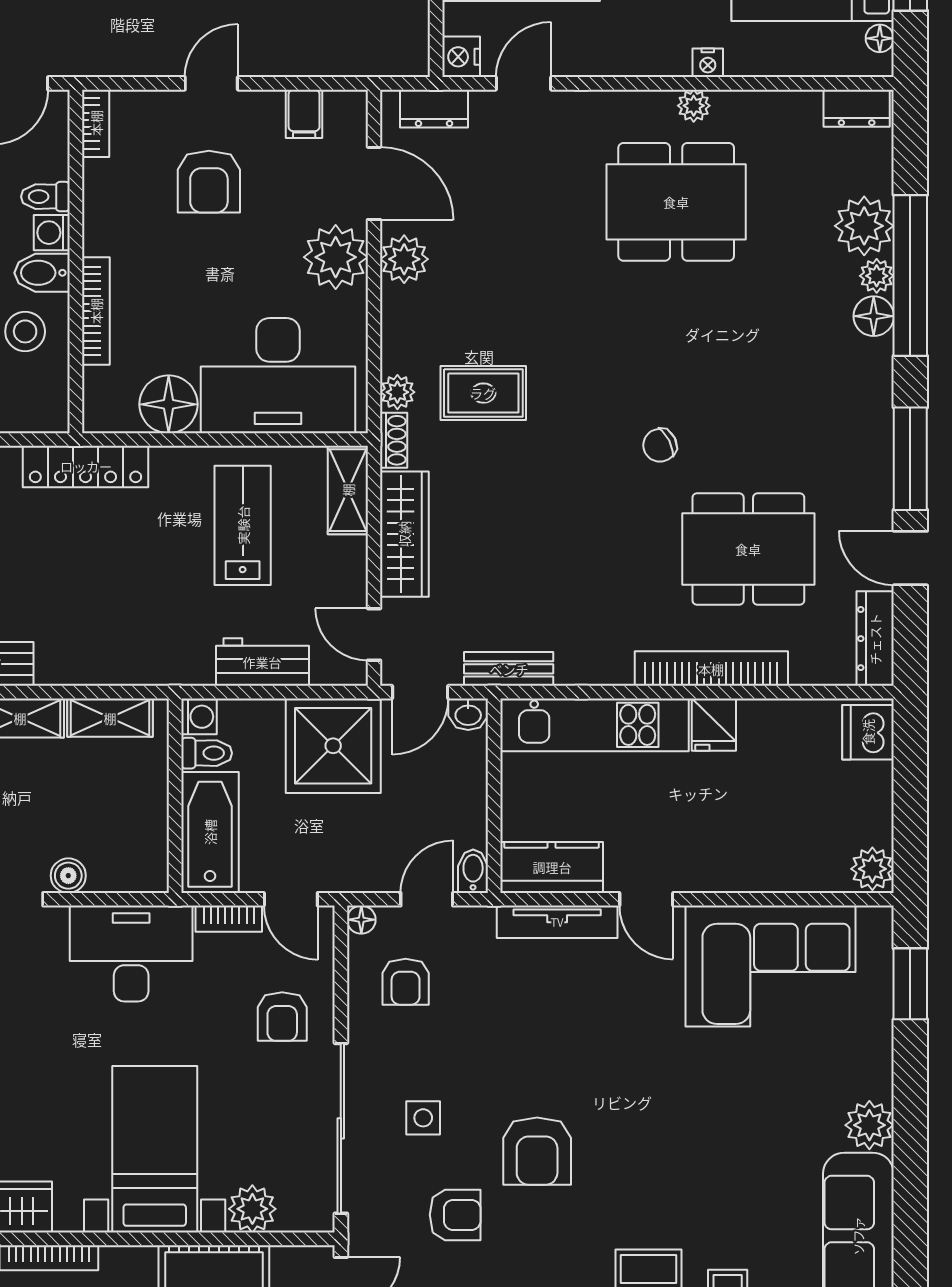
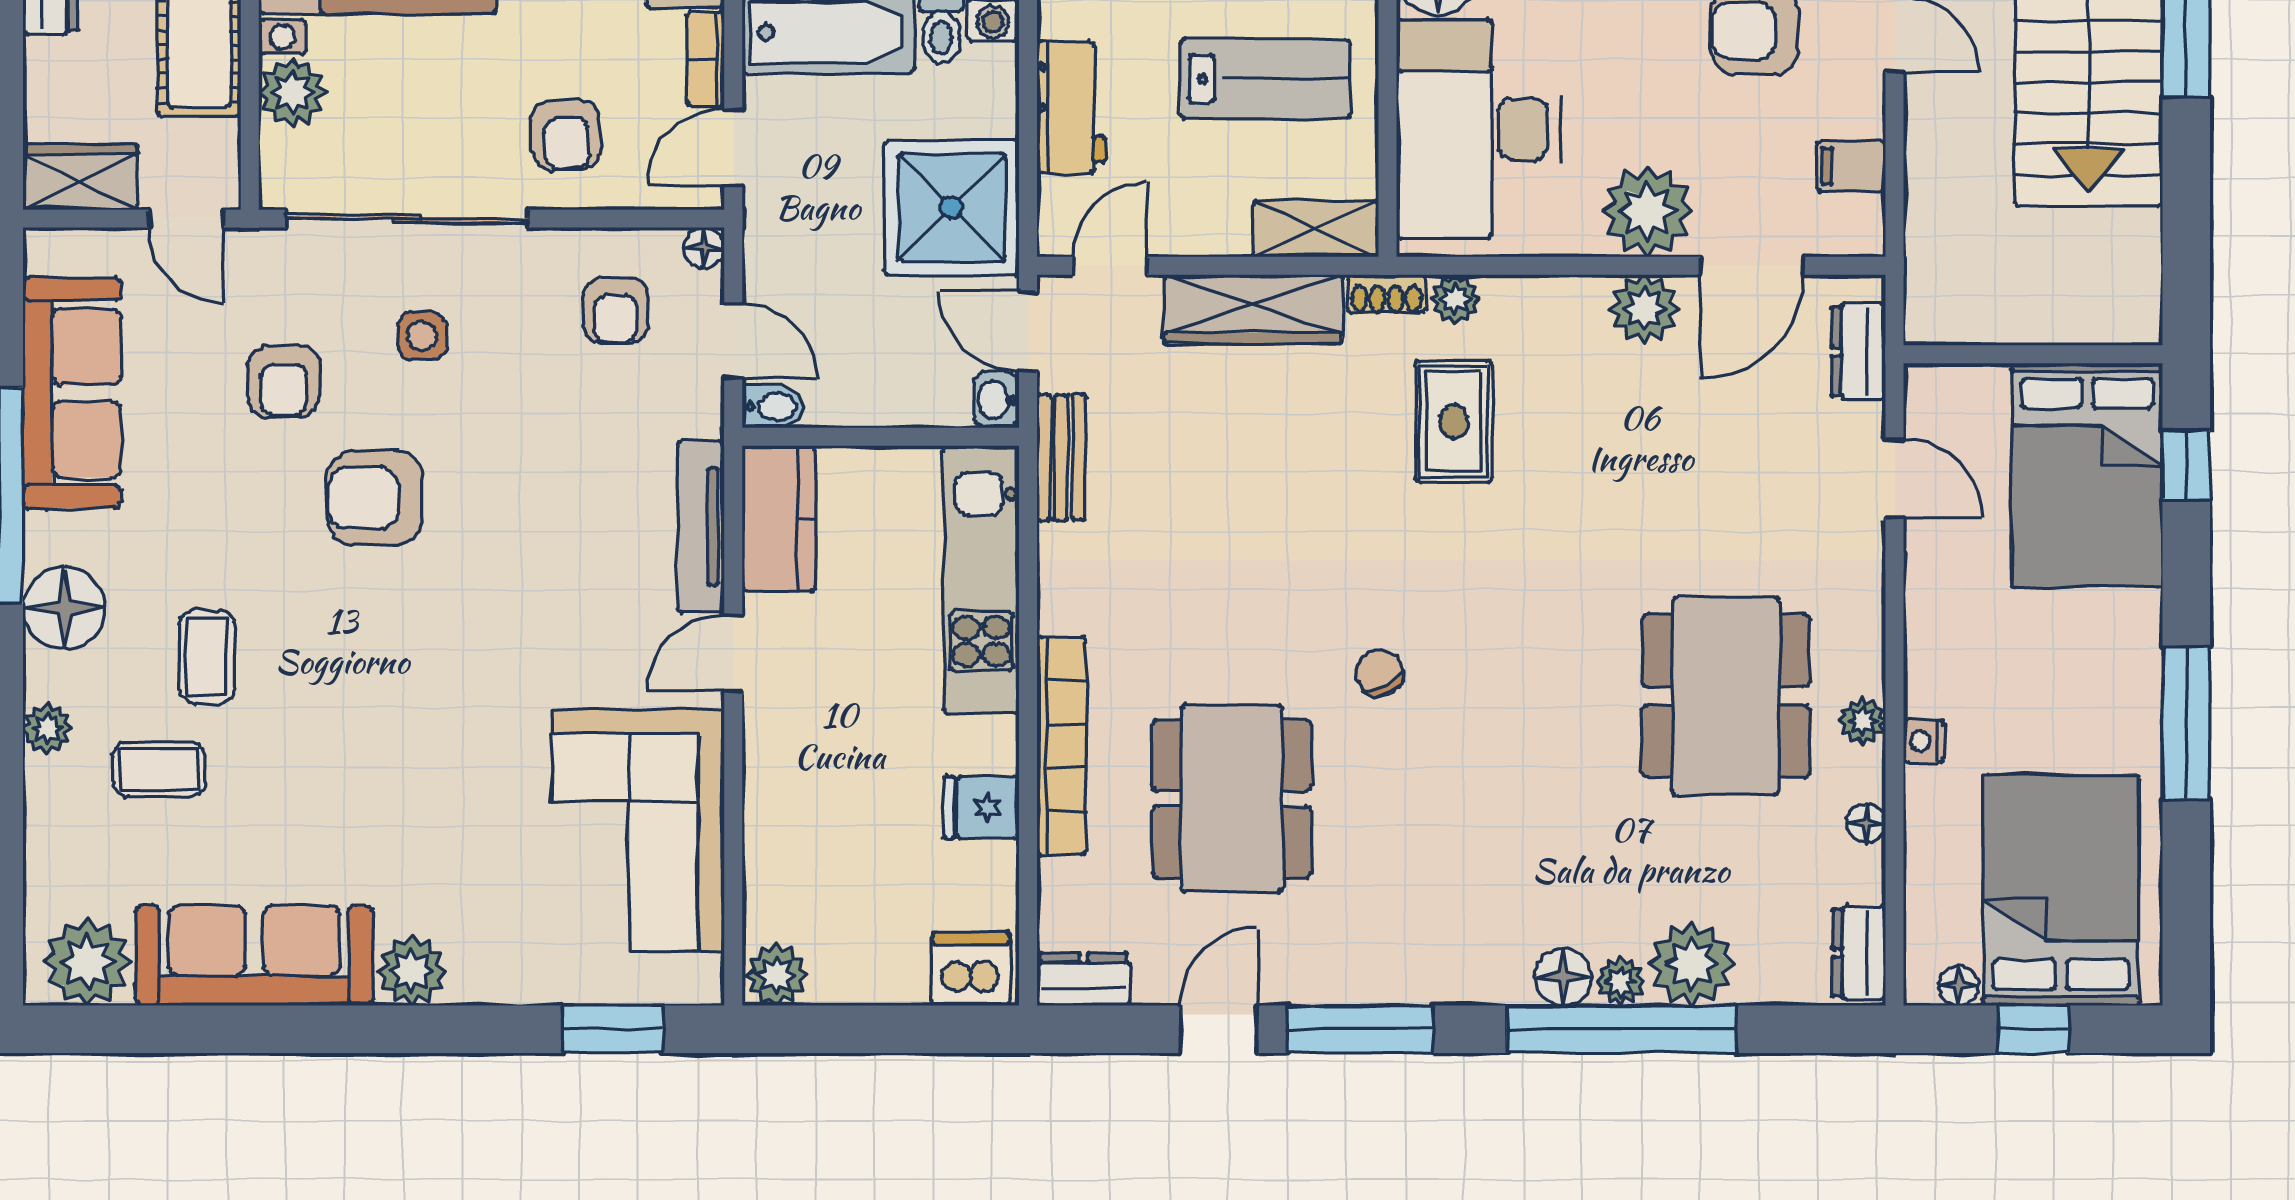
nightstand: (461, 57) -> (1932, 390), removed
floor lamp: (766, 103) -> (1866, 823), added
dresser: (875, 639) -> (1084, 979), width x0.70
fridge: (714, 725) -> (982, 808), moved
armchair: (406, 982) -> (616, 311), turned -90
armchair: (282, 1017) -> (566, 135), turned -94

